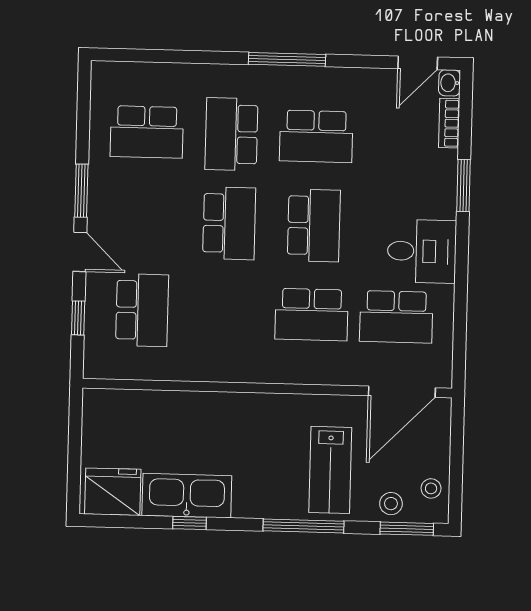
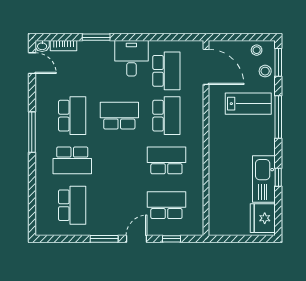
school desk: (229, 223) -> (166, 160), moved

